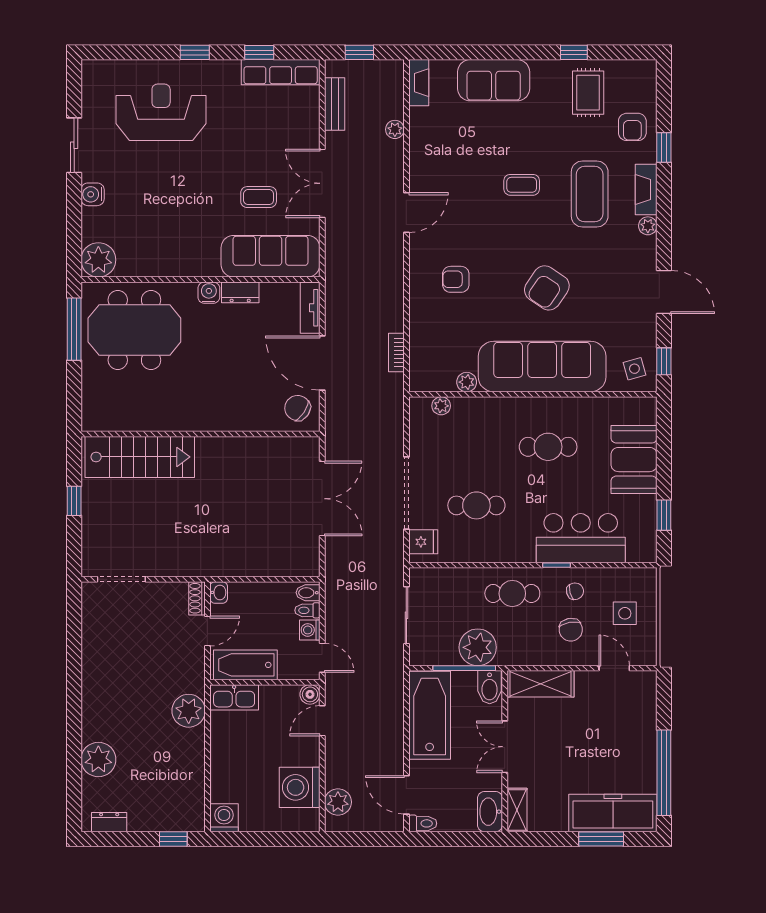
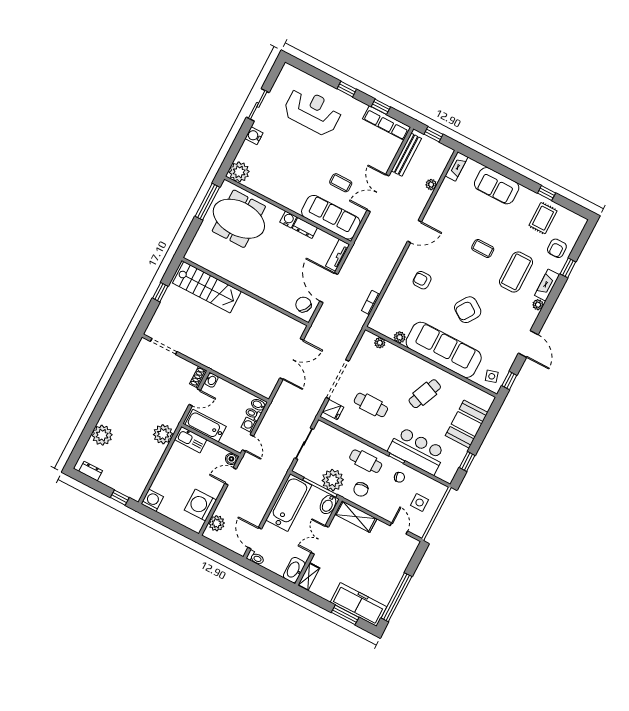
bench: (335, 104) -> (406, 155), width x1.36
cafe table: (548, 447) -> (425, 394), turned -67
chair: (571, 630) -> (361, 489), moved

